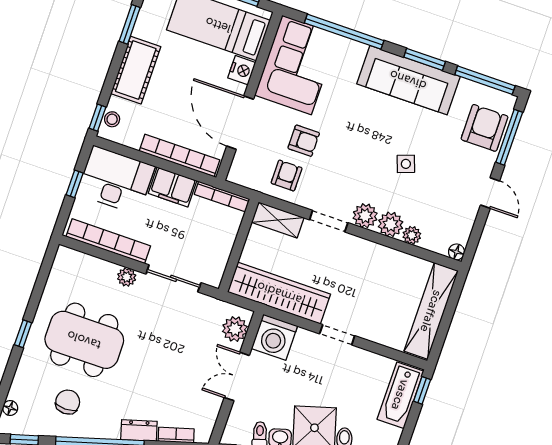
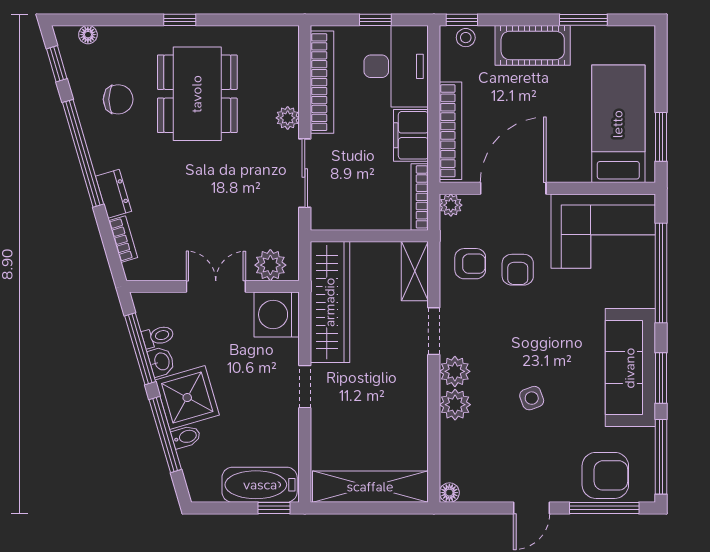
nightstand: (242, 70) -> (575, 169), removed
plant: (412, 235) -> (451, 205), moved

